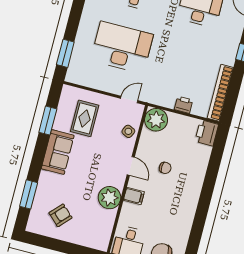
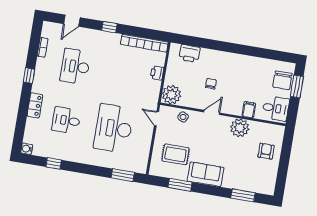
printer: (207, 133) -> (190, 53), moved
filing cabinet: (134, 196) -> (249, 110), moved
armchair: (61, 215) -> (266, 151), moved, turned 47

